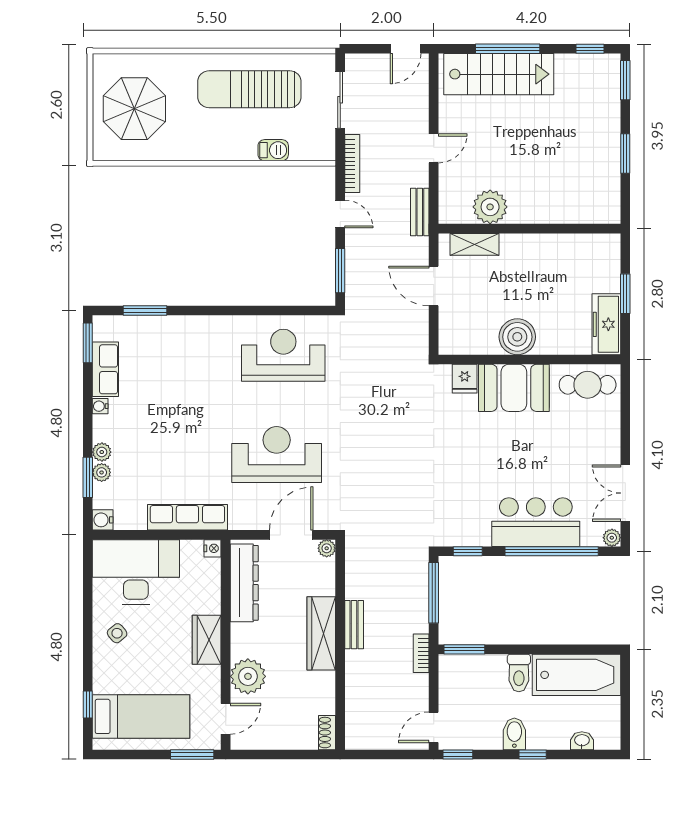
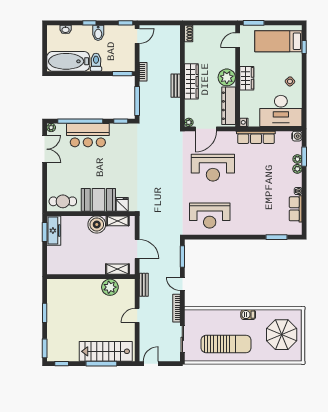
barbecue: (273, 150) -> (248, 315), moved
window: (625, 294) -> (45, 232), moved
window: (88, 343) -> (304, 222), removed
shelving: (474, 344) -> (118, 221), added
plant: (248, 676) -> (227, 77), moved

